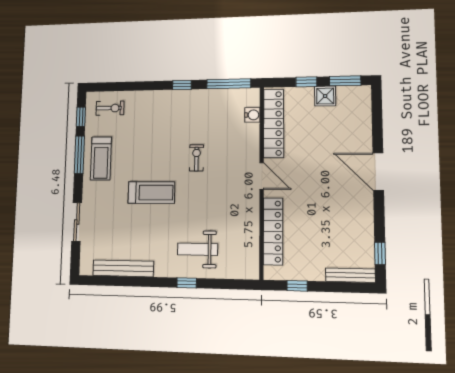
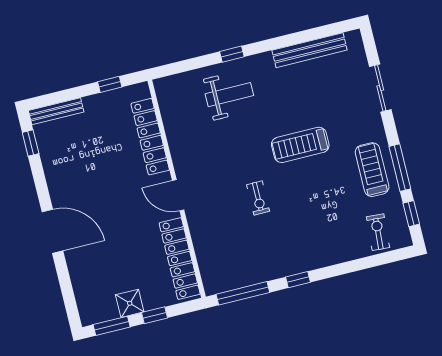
exercise bike: (110, 108) -> (378, 232), turned 94
water cooler: (252, 115) -> (206, 263), removed

